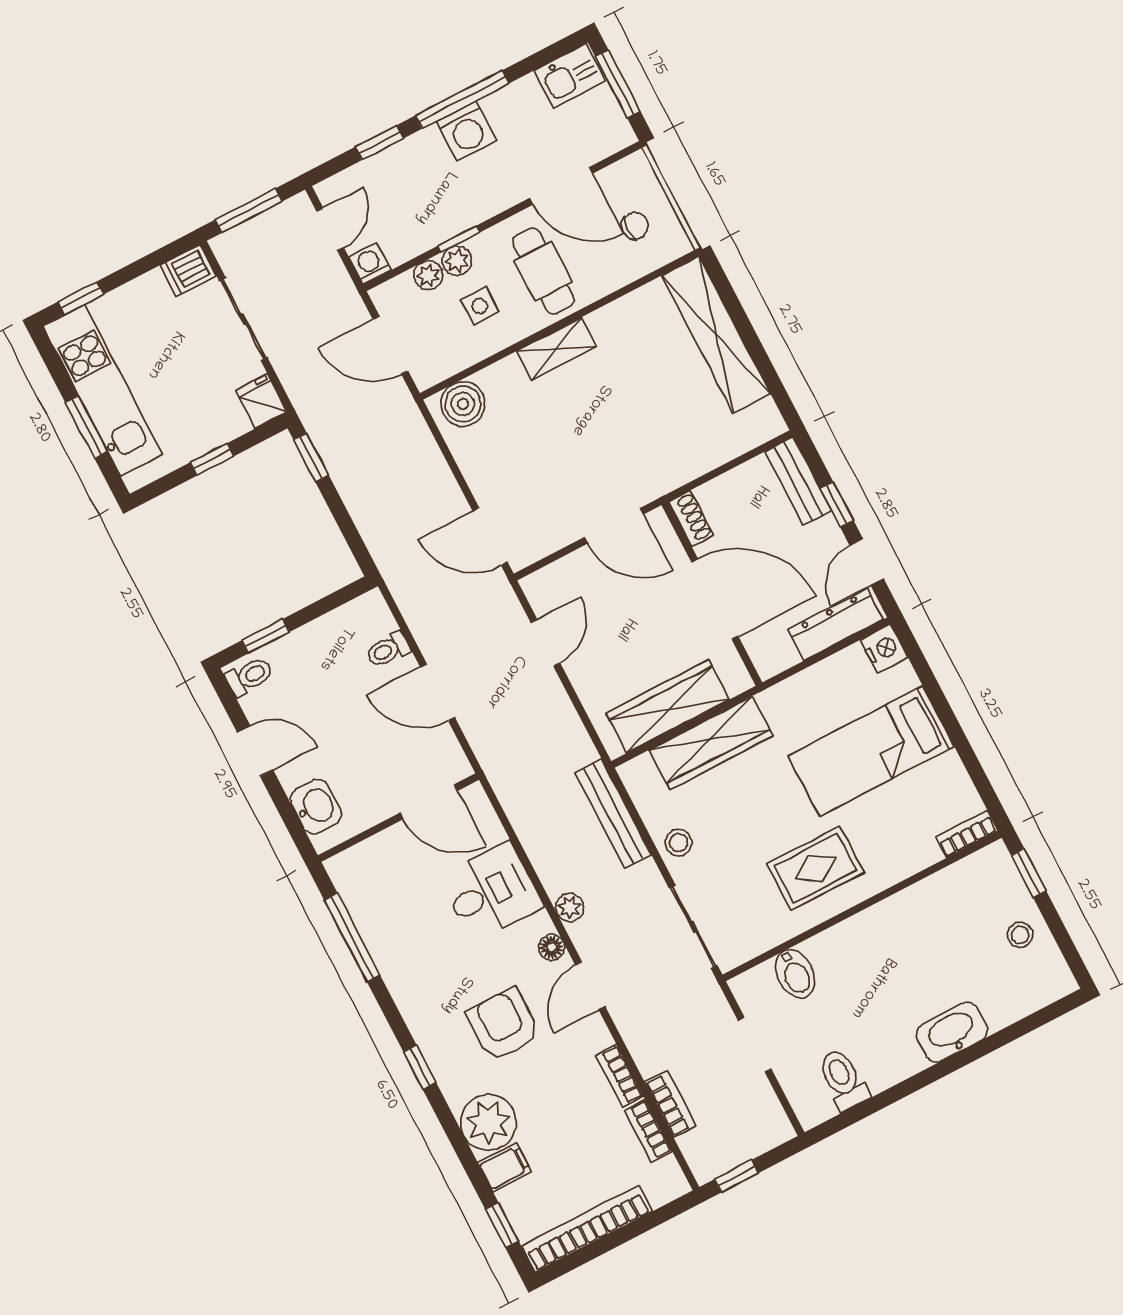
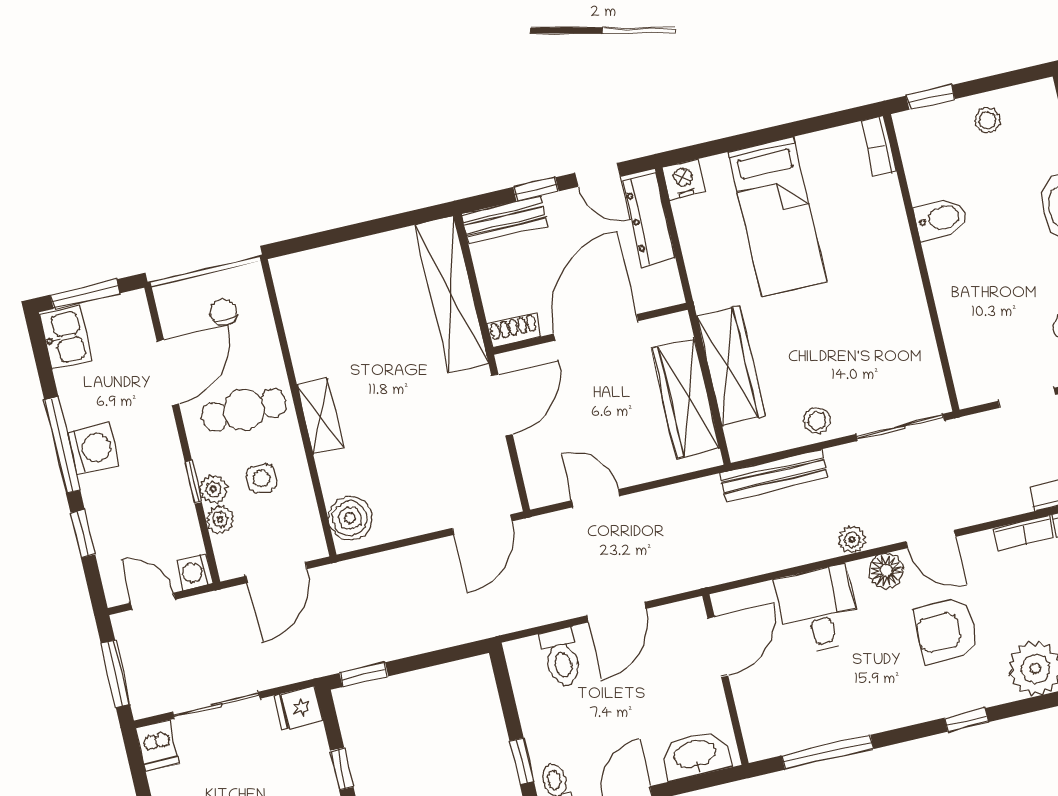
shelving: (716, 335) -> (451, 294), moved, turned 90
toilet: (388, 650) -> (562, 657), width x1.37, depth x1.39
washbasin: (316, 807) -> (695, 755), width x1.38
rug: (815, 868) -> (875, 298), removed
floor lamp: (552, 947) -> (886, 571), width x1.37, depth x1.37
bidet: (795, 974) -> (941, 219), moved

